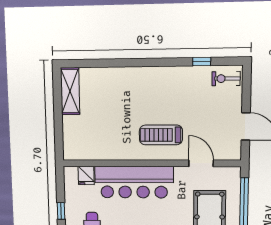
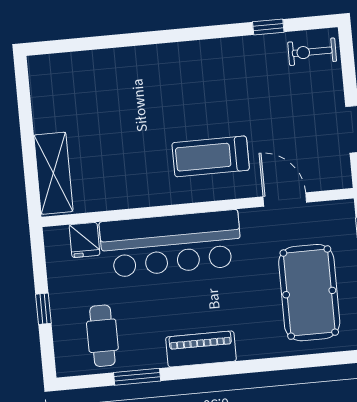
shelving: (70, 91) -> (53, 173), moved

